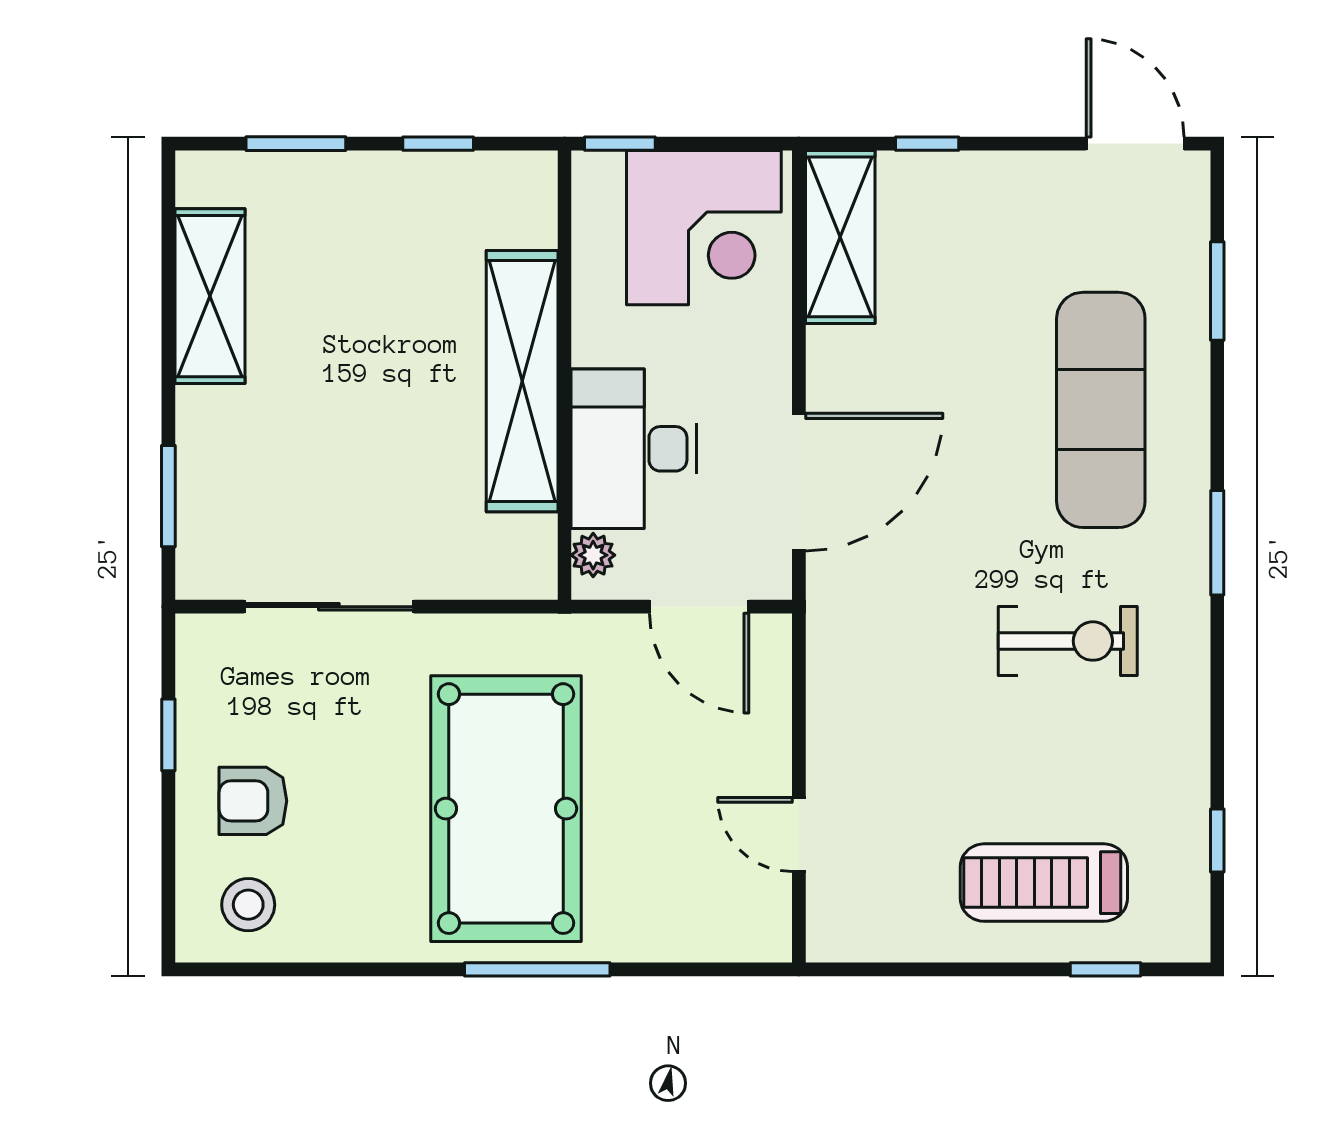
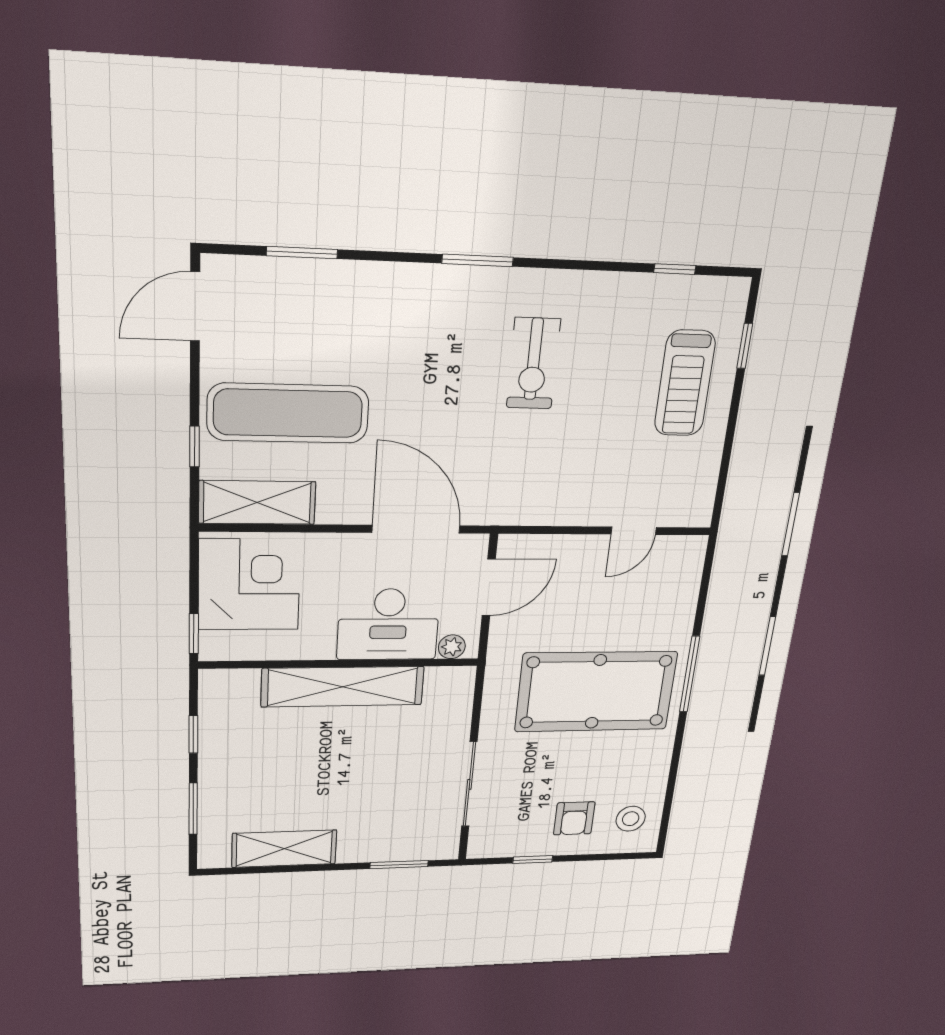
exercise mat: (1101, 410) -> (288, 413), moved
exercise bike: (1068, 641) -> (533, 363), turned 180

